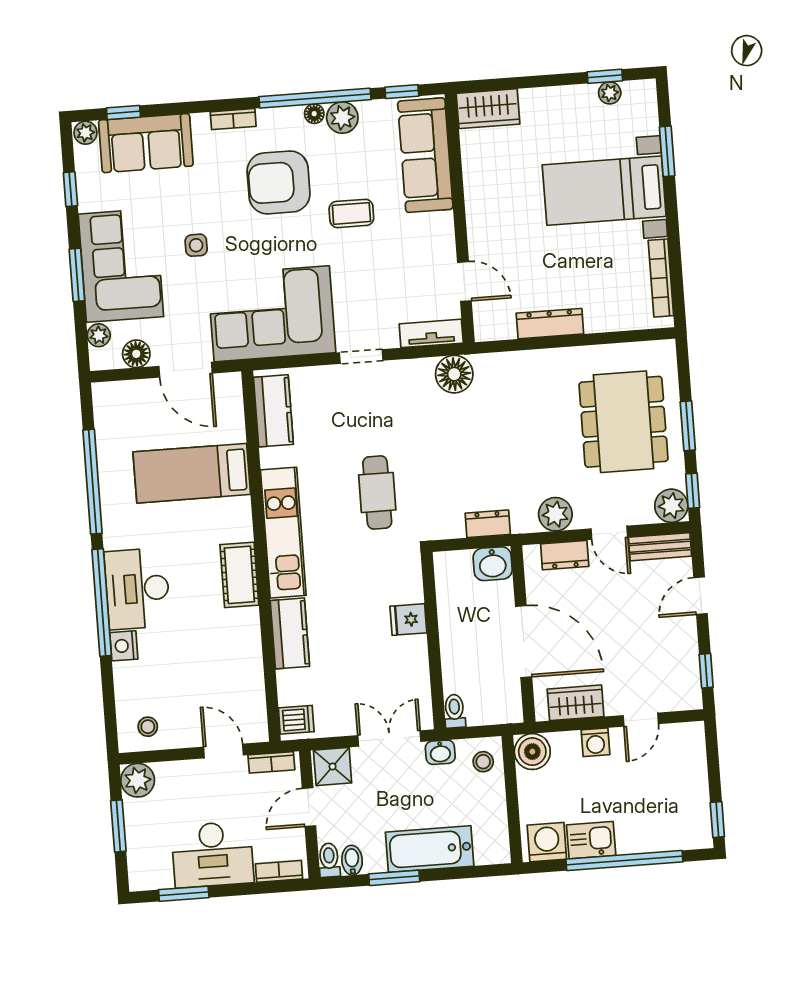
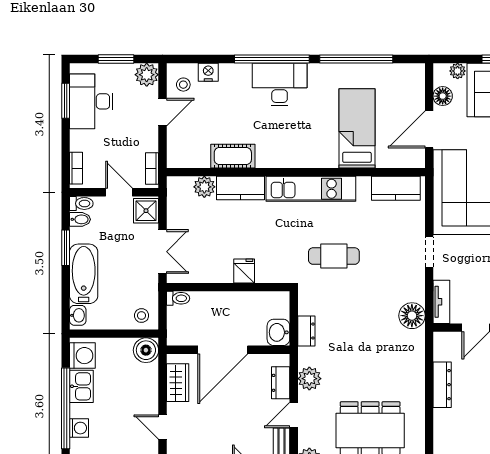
cot: (239, 575) -> (233, 156), moved
nightstand: (124, 646) -> (208, 72), moved
plant: (292, 685) -> (204, 187), added
dishwasher: (296, 720) -> (180, 188), removed
washing machine: (595, 742) -> (79, 428), moved, turned 180
door: (223, 751) -> (162, 112), moved
washbasin: (440, 752) -> (78, 315), moved, turned 180
desk: (213, 854) -> (91, 101), moved

